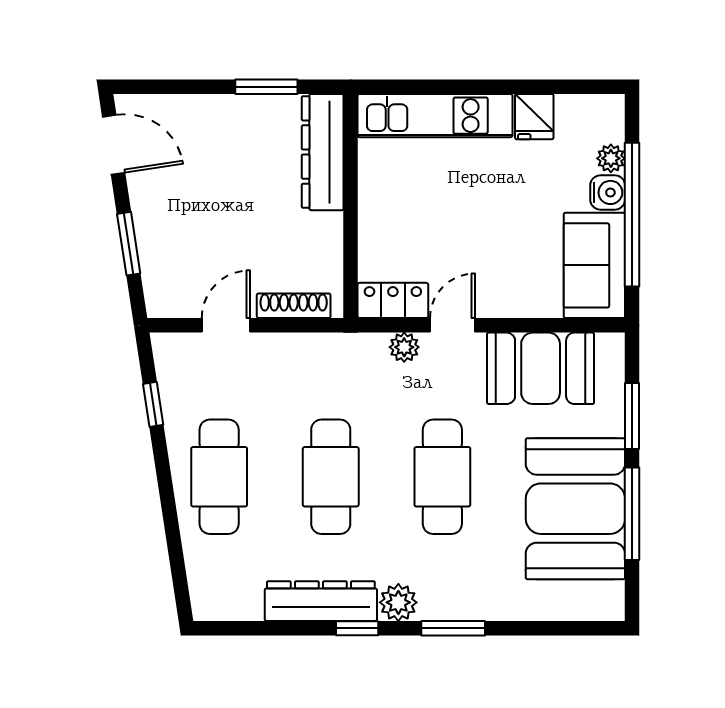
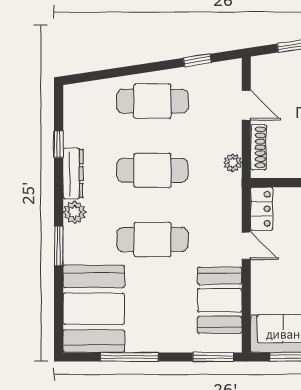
plant: (404, 347) -> (233, 163), moved
window: (632, 416) -> (213, 357), moved
booth: (575, 509) -> (94, 309), moved, turned 90
dresser: (321, 601) -> (73, 173), width x0.73, depth x0.80
window: (357, 628) -> (59, 144), moved

